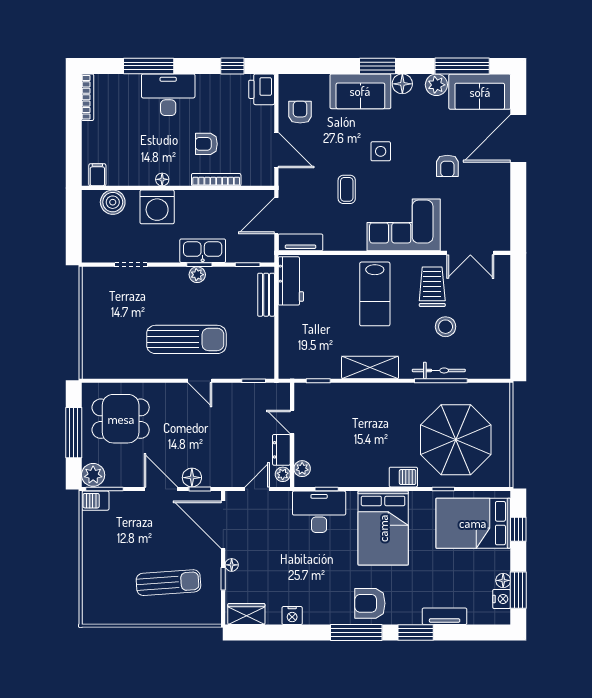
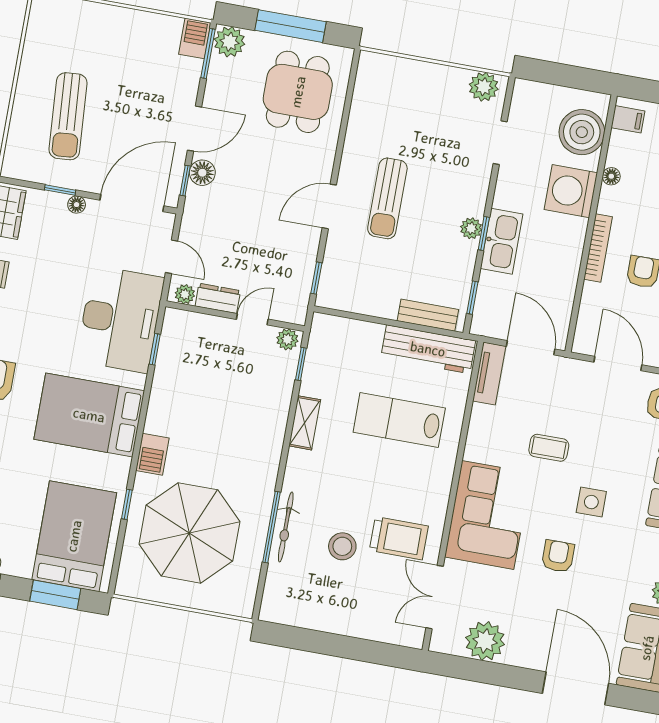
door: (276, 150) -> (618, 363), swing flipped
armchair: (447, 166) -> (558, 556), moved, turned 90
floor lamp: (162, 179) -> (611, 176), moved
bookcase: (216, 180) -> (598, 248), moved
boiler: (113, 202) -> (582, 132), width x1.37, depth x1.37
plant: (496, 210) -> (485, 641), added
workbench: (291, 281) -> (428, 349), width x1.38
plant: (93, 284) -> (484, 87), added
lab bench: (375, 294) -> (399, 420), moved
sun lounger: (186, 339) -> (387, 198), width x0.73, depth x0.75
shelving: (370, 367) -> (305, 423), width x0.67, depth x0.75
door: (200, 381) -> (329, 206), width x1.38
plant: (302, 469) -> (287, 339), moved
desk: (319, 512) -> (120, 319), width x1.36, depth x1.30
window: (518, 529) -> (55, 595), width x1.50

